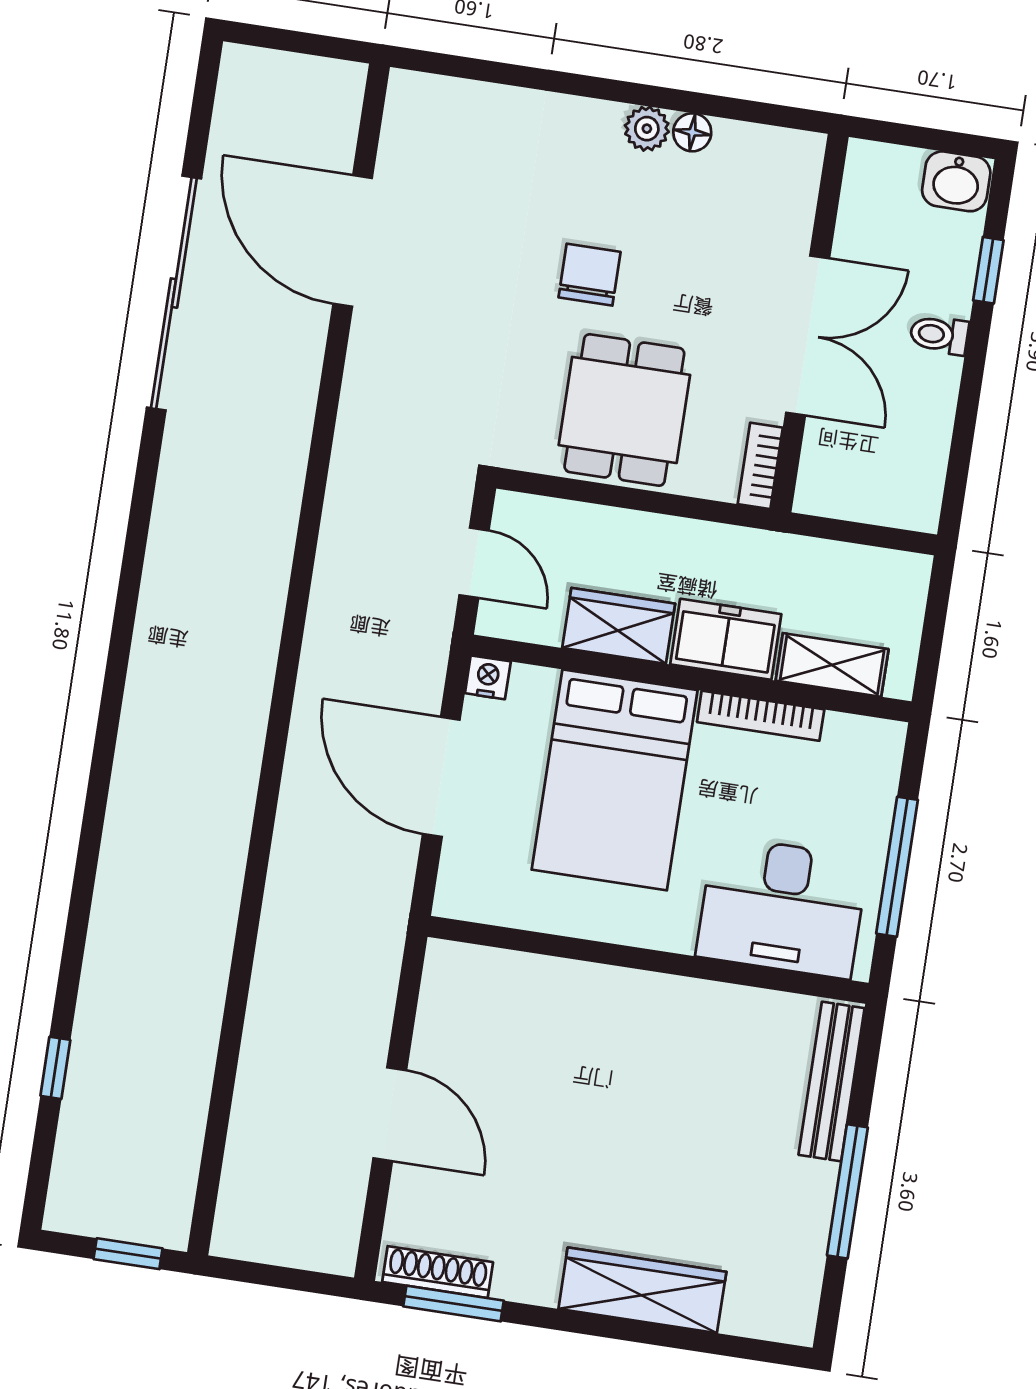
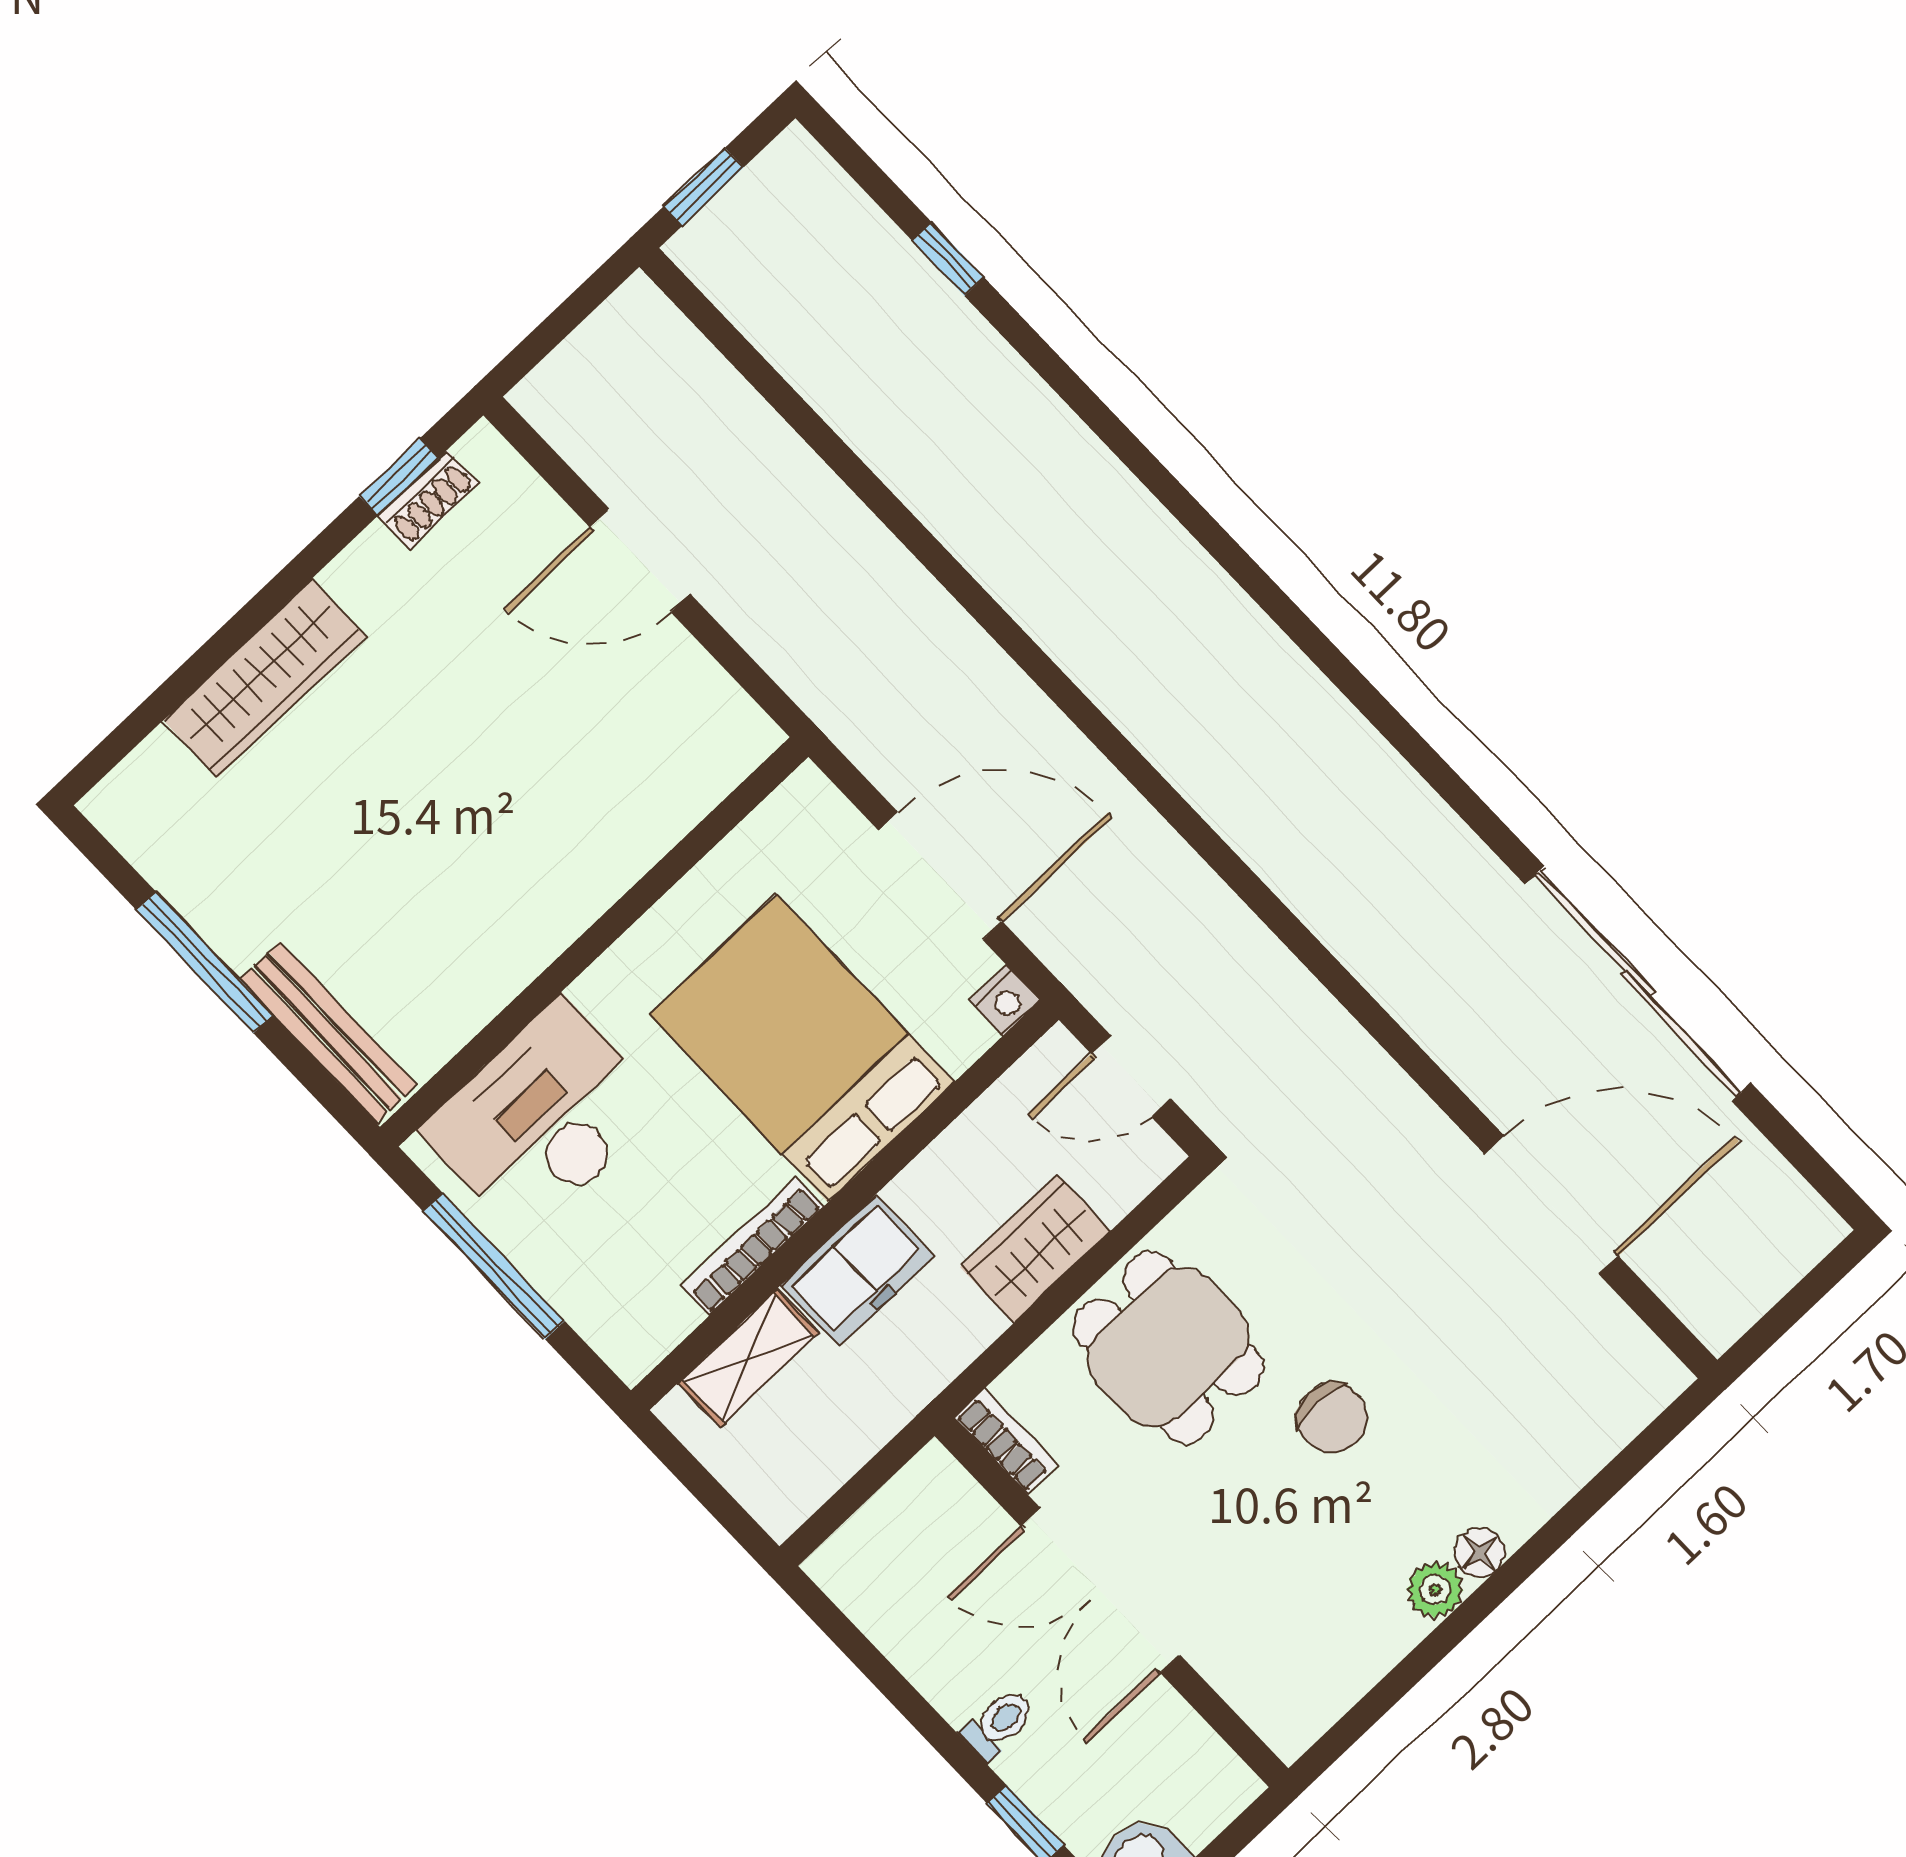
floor lamp: (692, 132) -> (1480, 1553), moved
wardrobe: (619, 626) -> (1035, 1249), moved, turned 180
shoe rack: (438, 1272) -> (428, 500), width x0.70
window: (454, 1304) -> (399, 477), width x0.67

